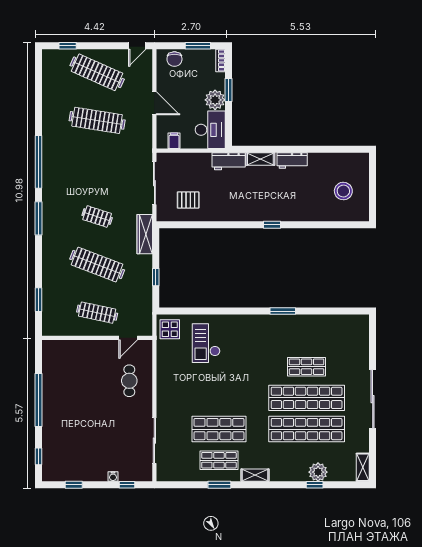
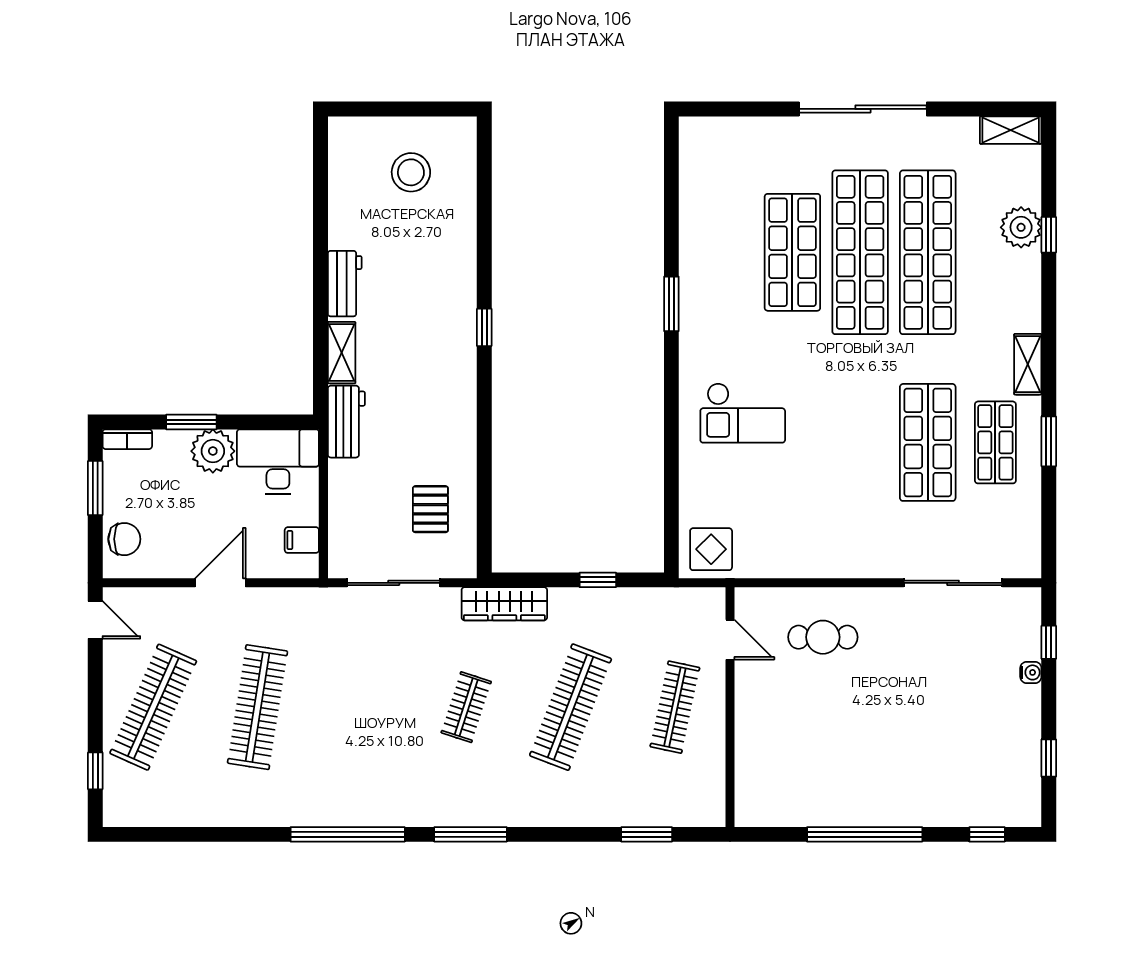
checkout: (206, 343) -> (743, 413), moved
shop shelf: (307, 367) -> (792, 252), width x1.43, depth x1.36

